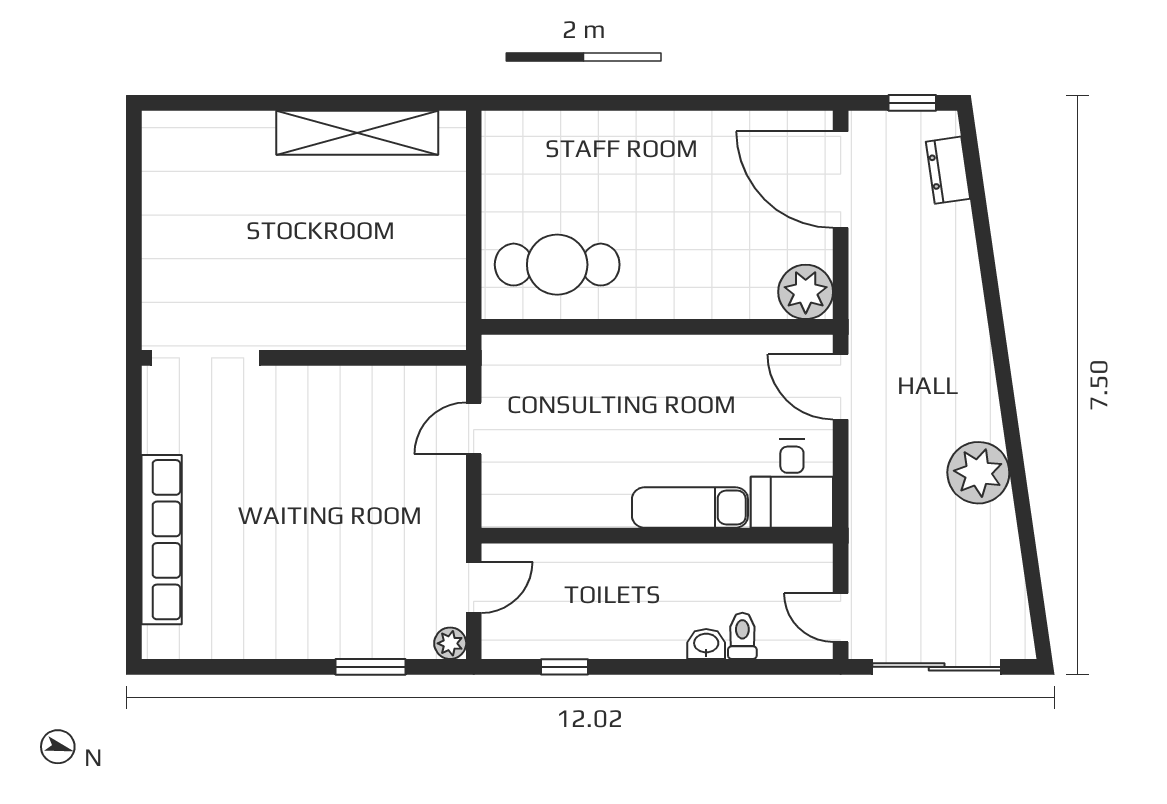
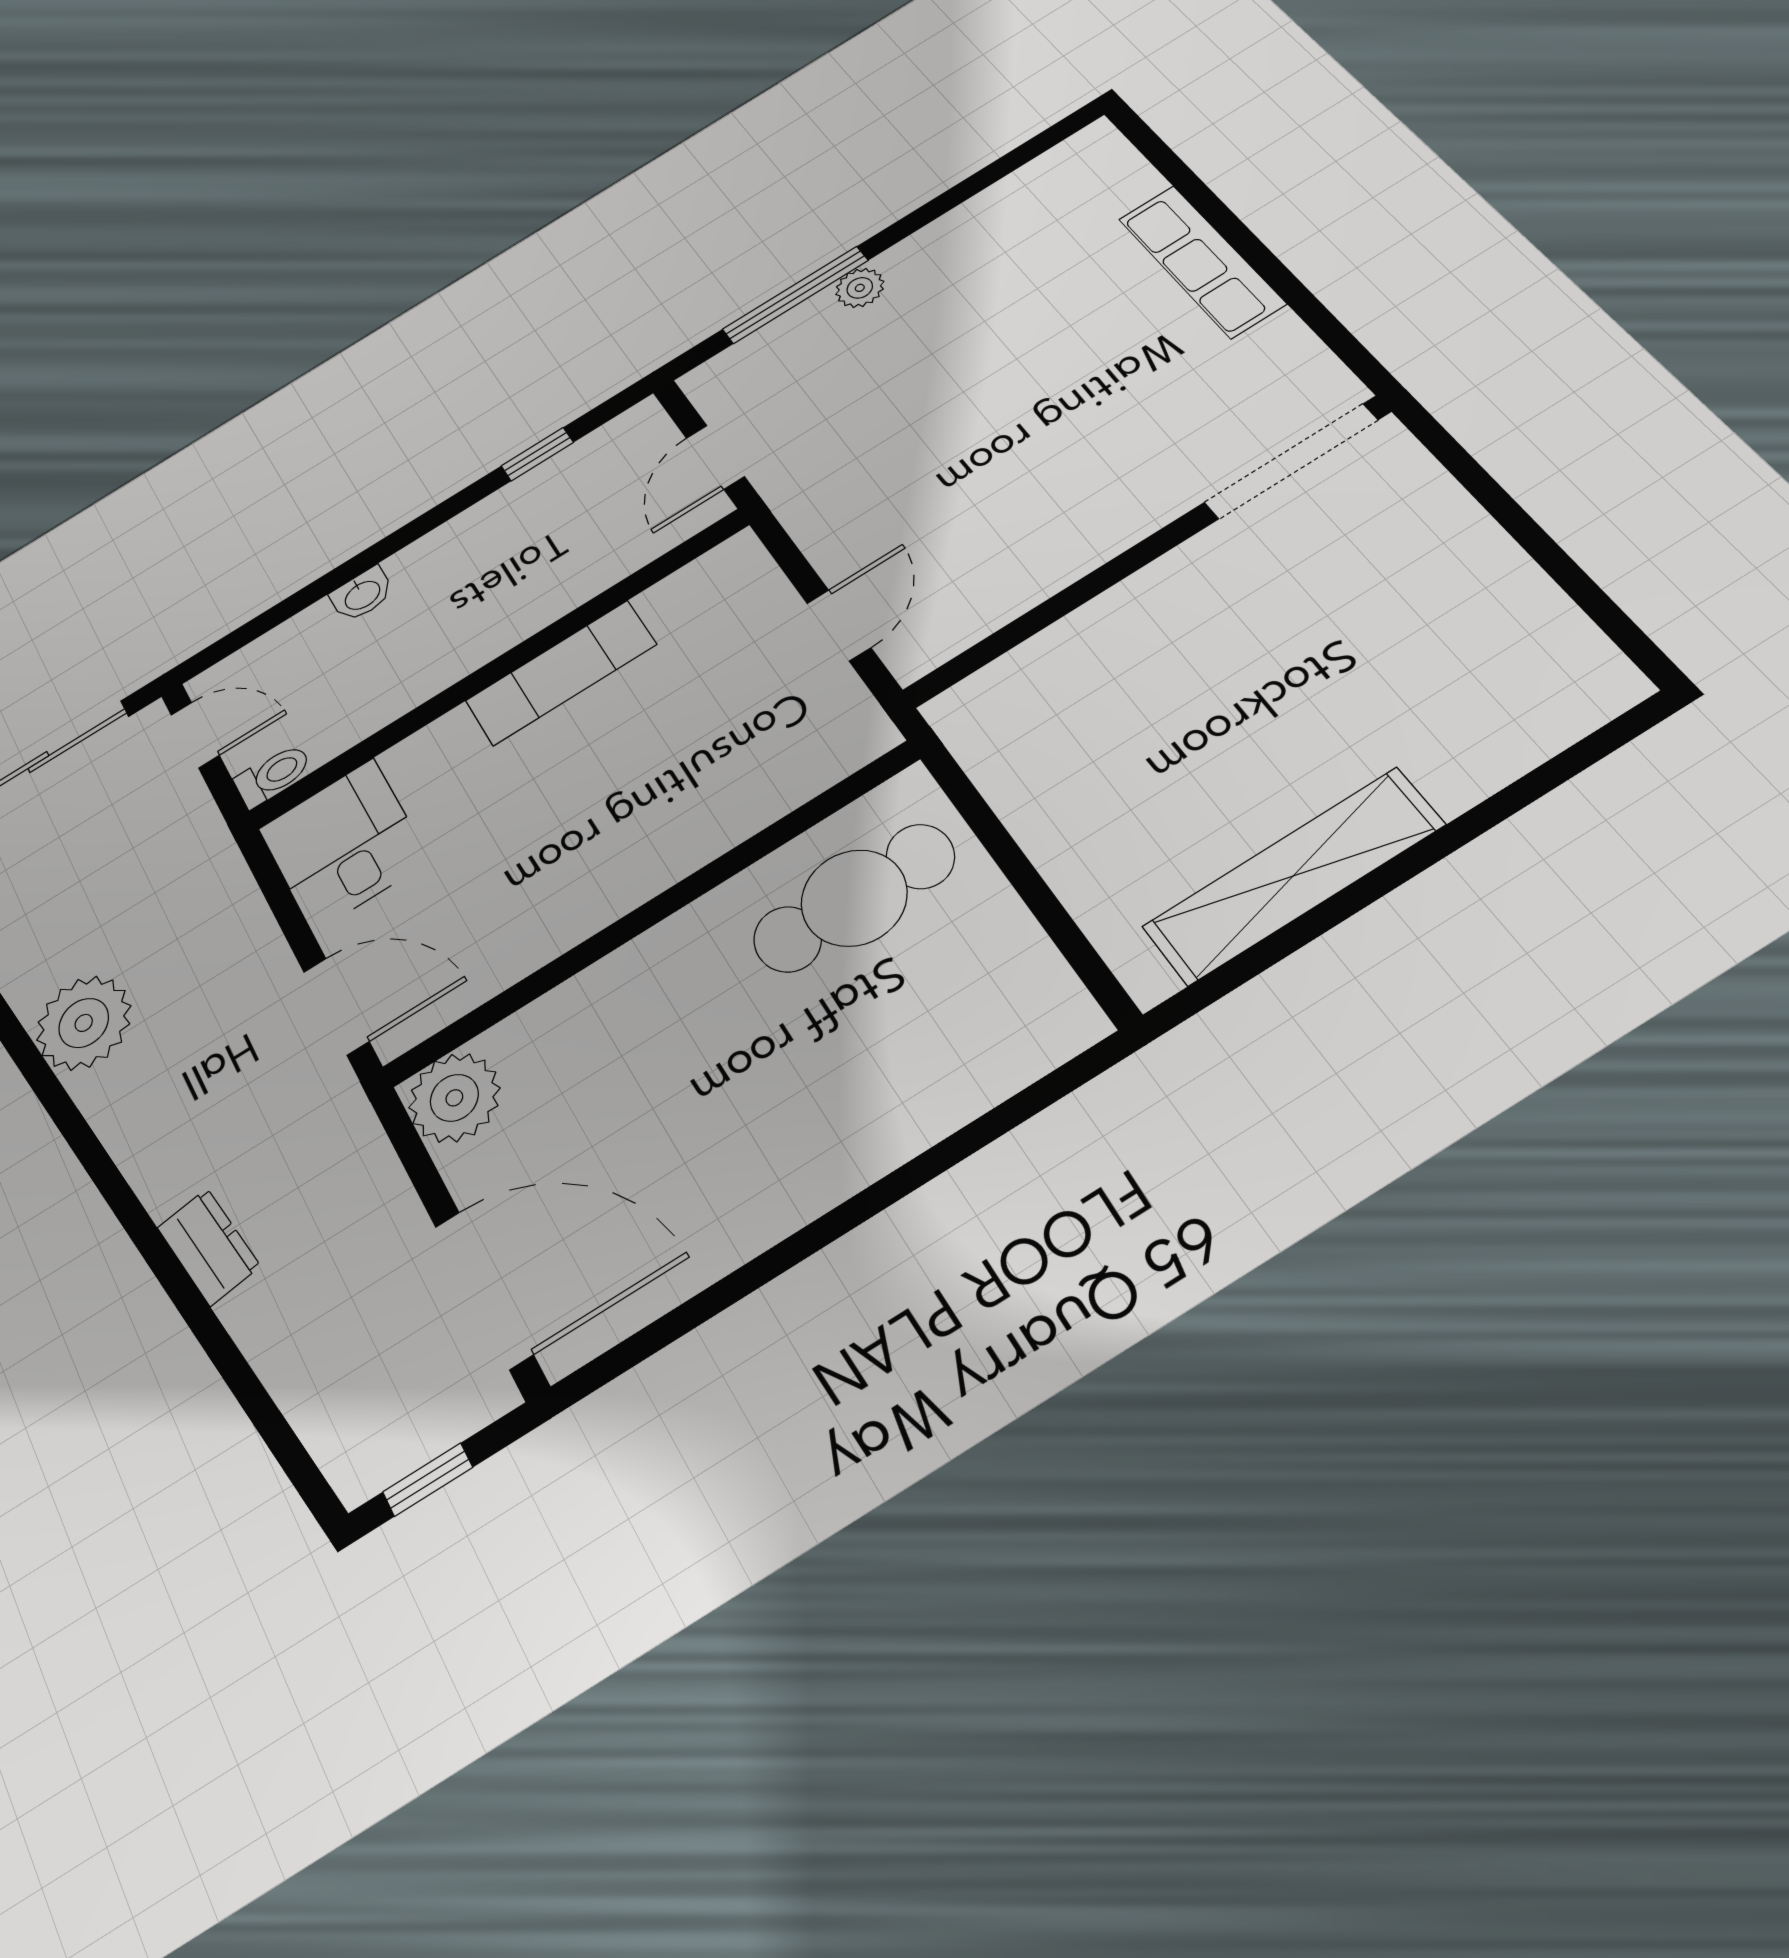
dresser: (948, 170) -> (209, 1247), moved
exam couch: (690, 508) -> (561, 673), moved
row of seats: (162, 540) -> (1201, 261), width x0.73
toilet: (742, 636) -> (273, 775), moved, turned -90
plant: (450, 643) -> (860, 288), moved
window: (371, 667) -> (795, 295), width x1.44

